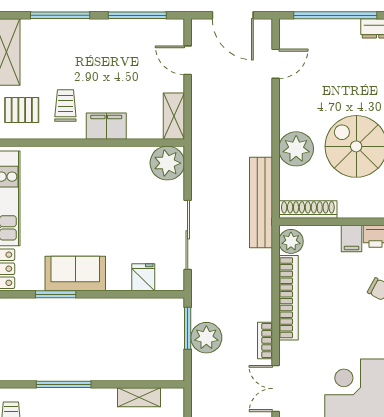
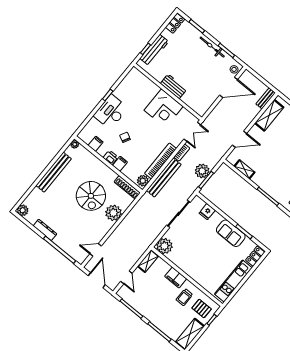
bench: (261, 203) -> (164, 177), moved

